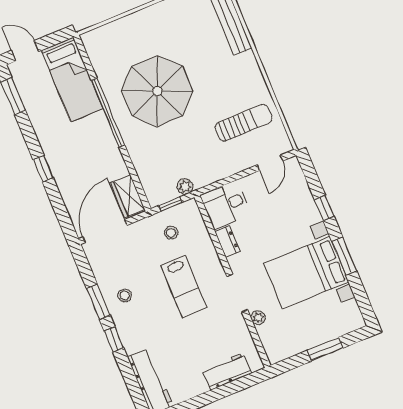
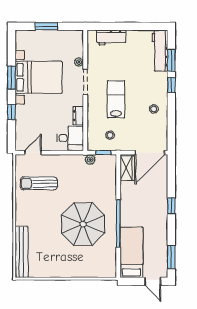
window: (98, 302) -> (171, 60), moved

